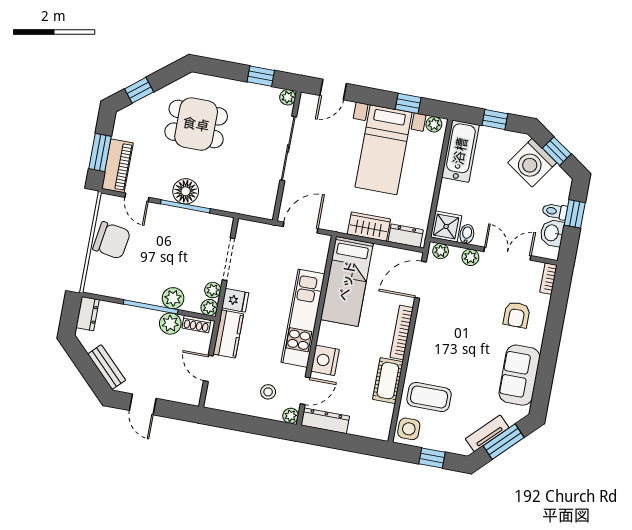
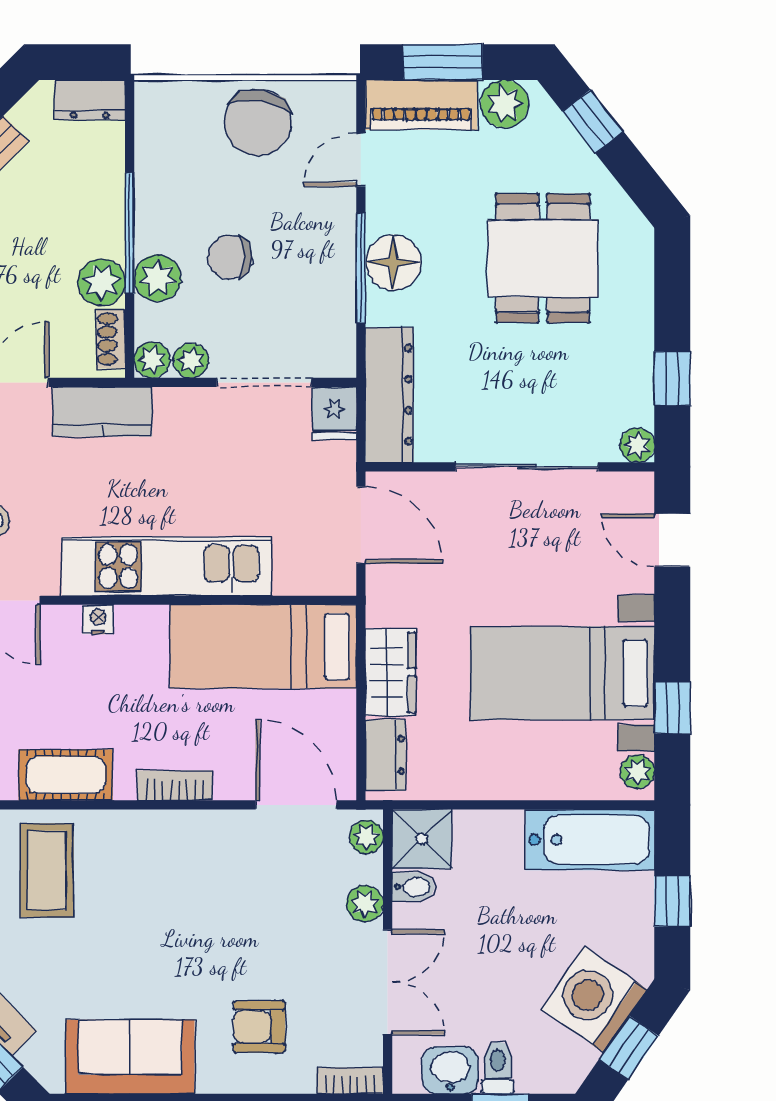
plant: (124, 128) -> (505, 104), added
dresser: (245, 204) -> (390, 395), added
chair: (170, 264) -> (230, 257), added
fridge: (235, 300) -> (334, 413), moved
bookcase: (402, 333) -> (175, 785), width x0.64
nightstand: (325, 360) -> (98, 619), width x0.53, depth x0.56

